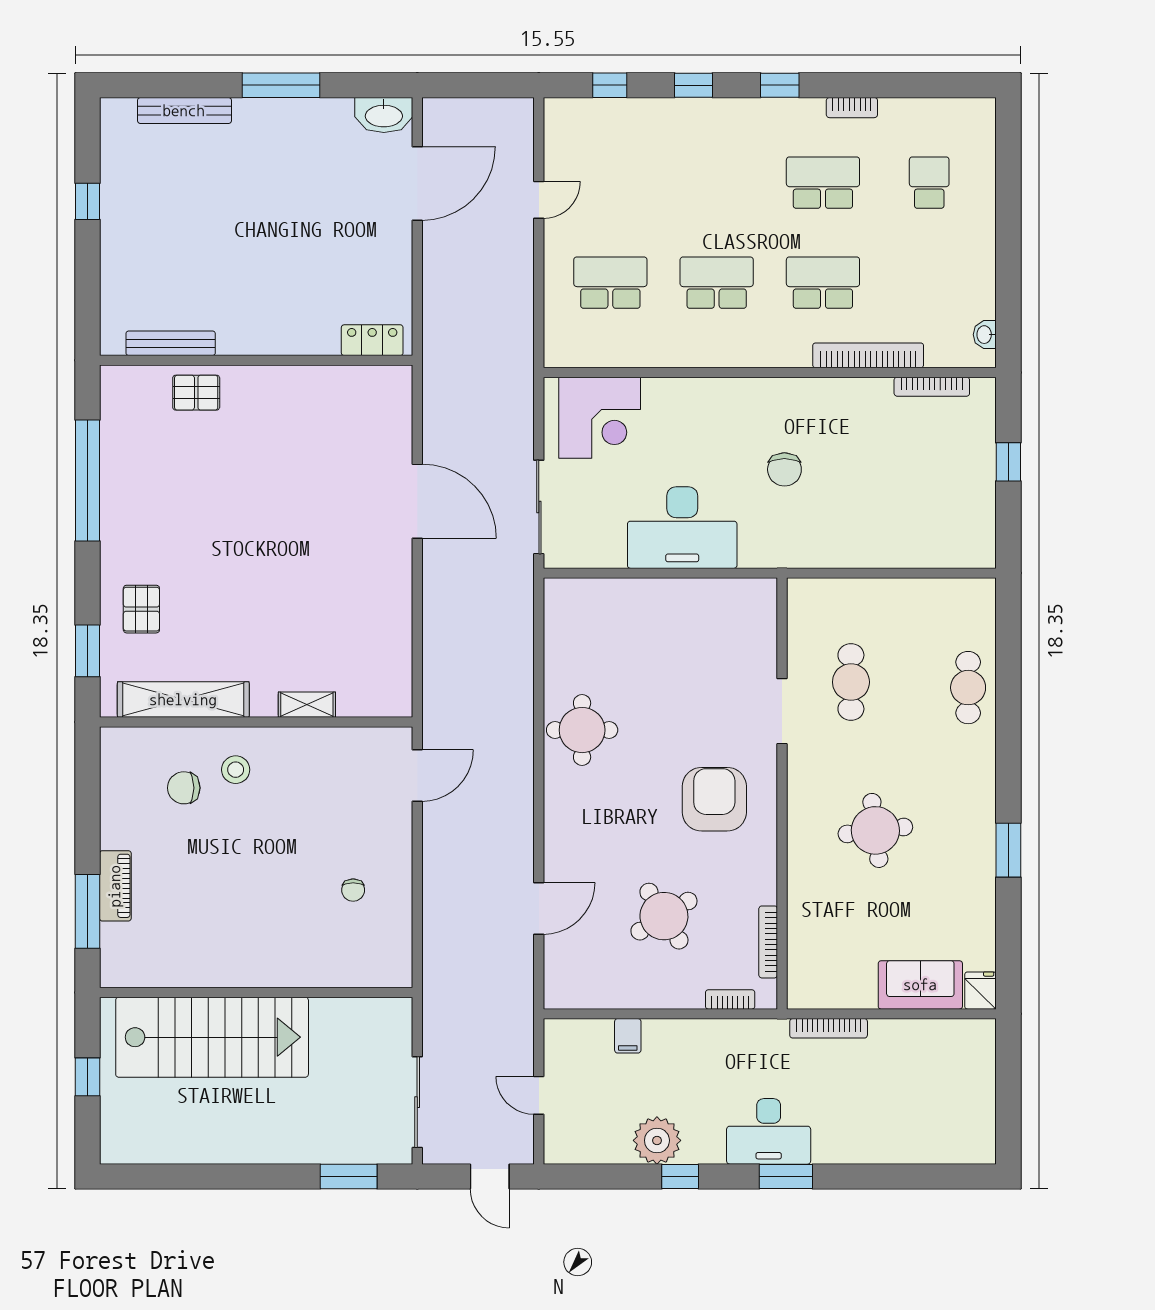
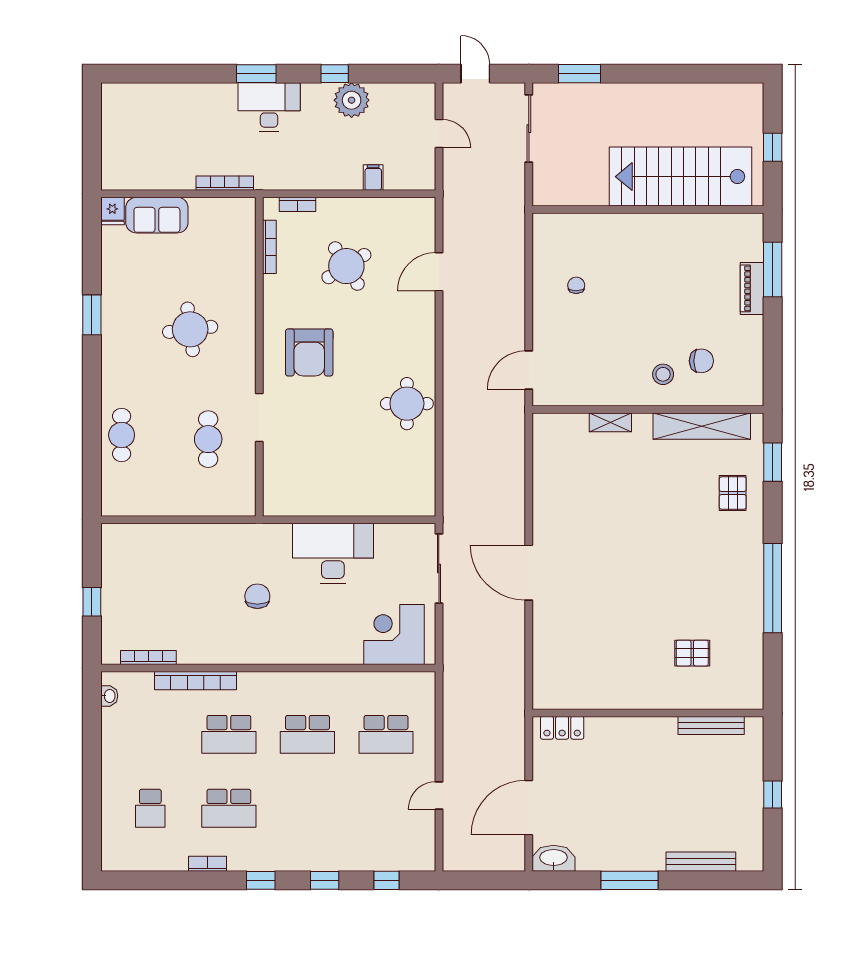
locker: (372, 340) -> (562, 728), moved
bench: (171, 343) -> (711, 725), moved
wall: (256, 360) -> (648, 713), moved

